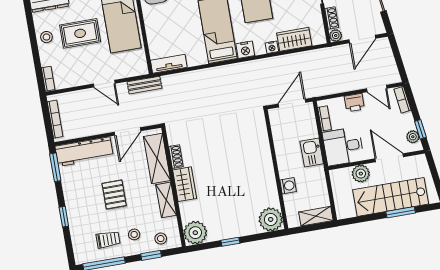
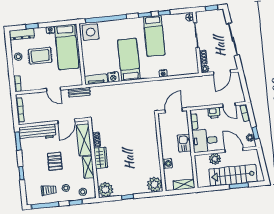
wardrobe: (294, 39) -> (178, 69), removed
nightstand: (245, 50) -> (113, 77), moved

